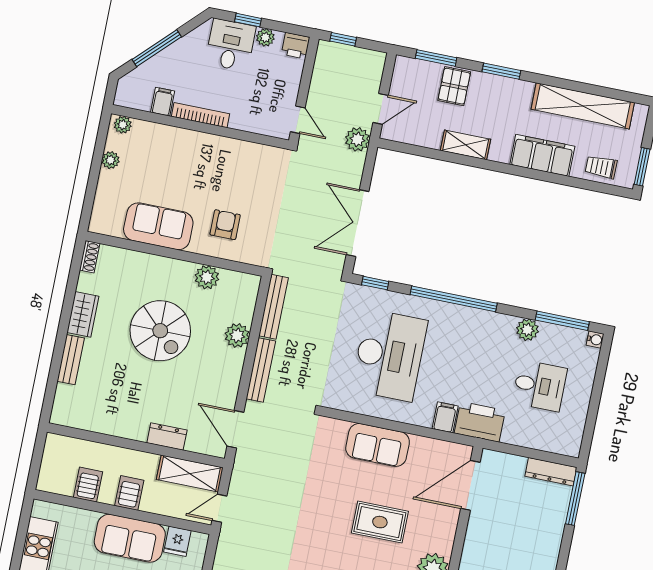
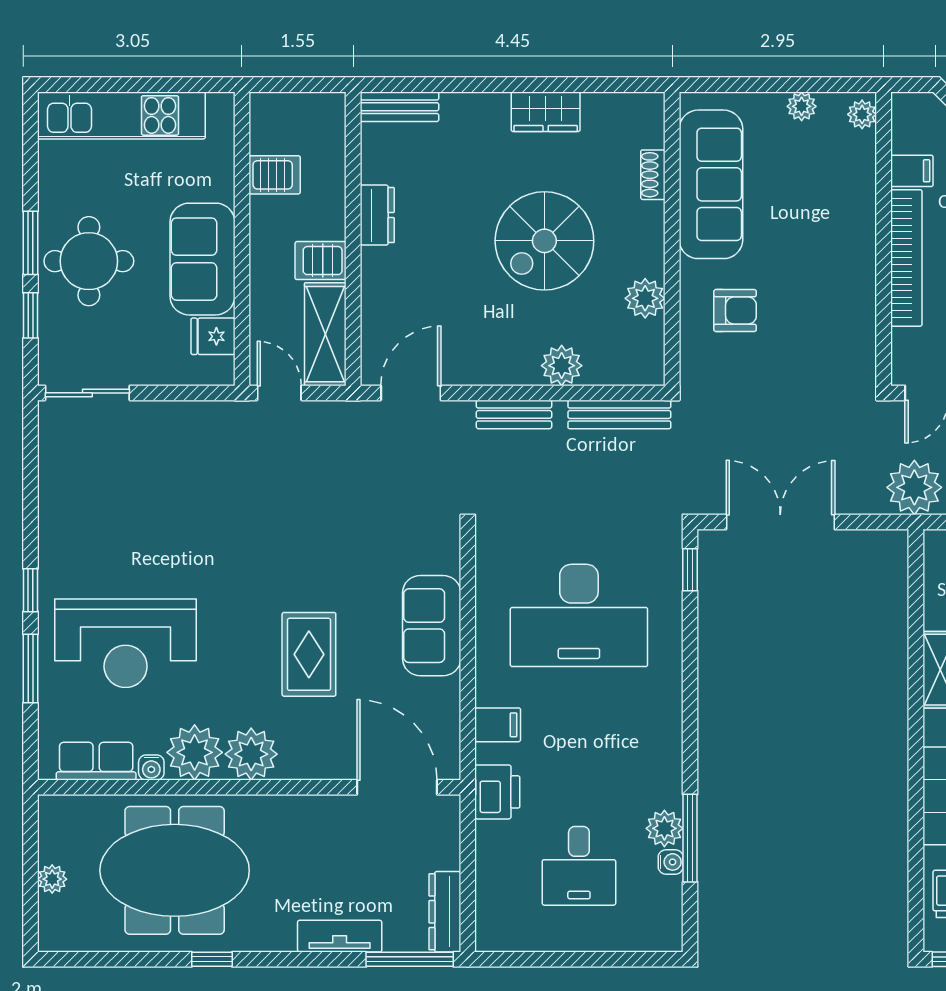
bookcase: (201, 115) -> (906, 258), width x1.48, depth x1.31
plant: (357, 139) -> (914, 487), width x1.36, depth x1.36
sofa: (158, 226) -> (711, 184), width x1.36
shoe rack: (90, 257) -> (653, 175), moved, turned 90
window: (454, 299) -> (690, 700), removed
window: (562, 321) -> (690, 838), moved
water cooler: (595, 340) -> (671, 862), moved, turned -90
bench: (71, 360) -> (399, 107), moved
bench: (261, 370) -> (514, 414), width x0.73
printer: (480, 422) -> (497, 792), width x0.73, depth x0.84
dresser: (167, 437) -> (377, 215), moved
server rack: (129, 493) -> (321, 261), moved, turned 180
tv unit: (553, 538) -> (340, 936), added

